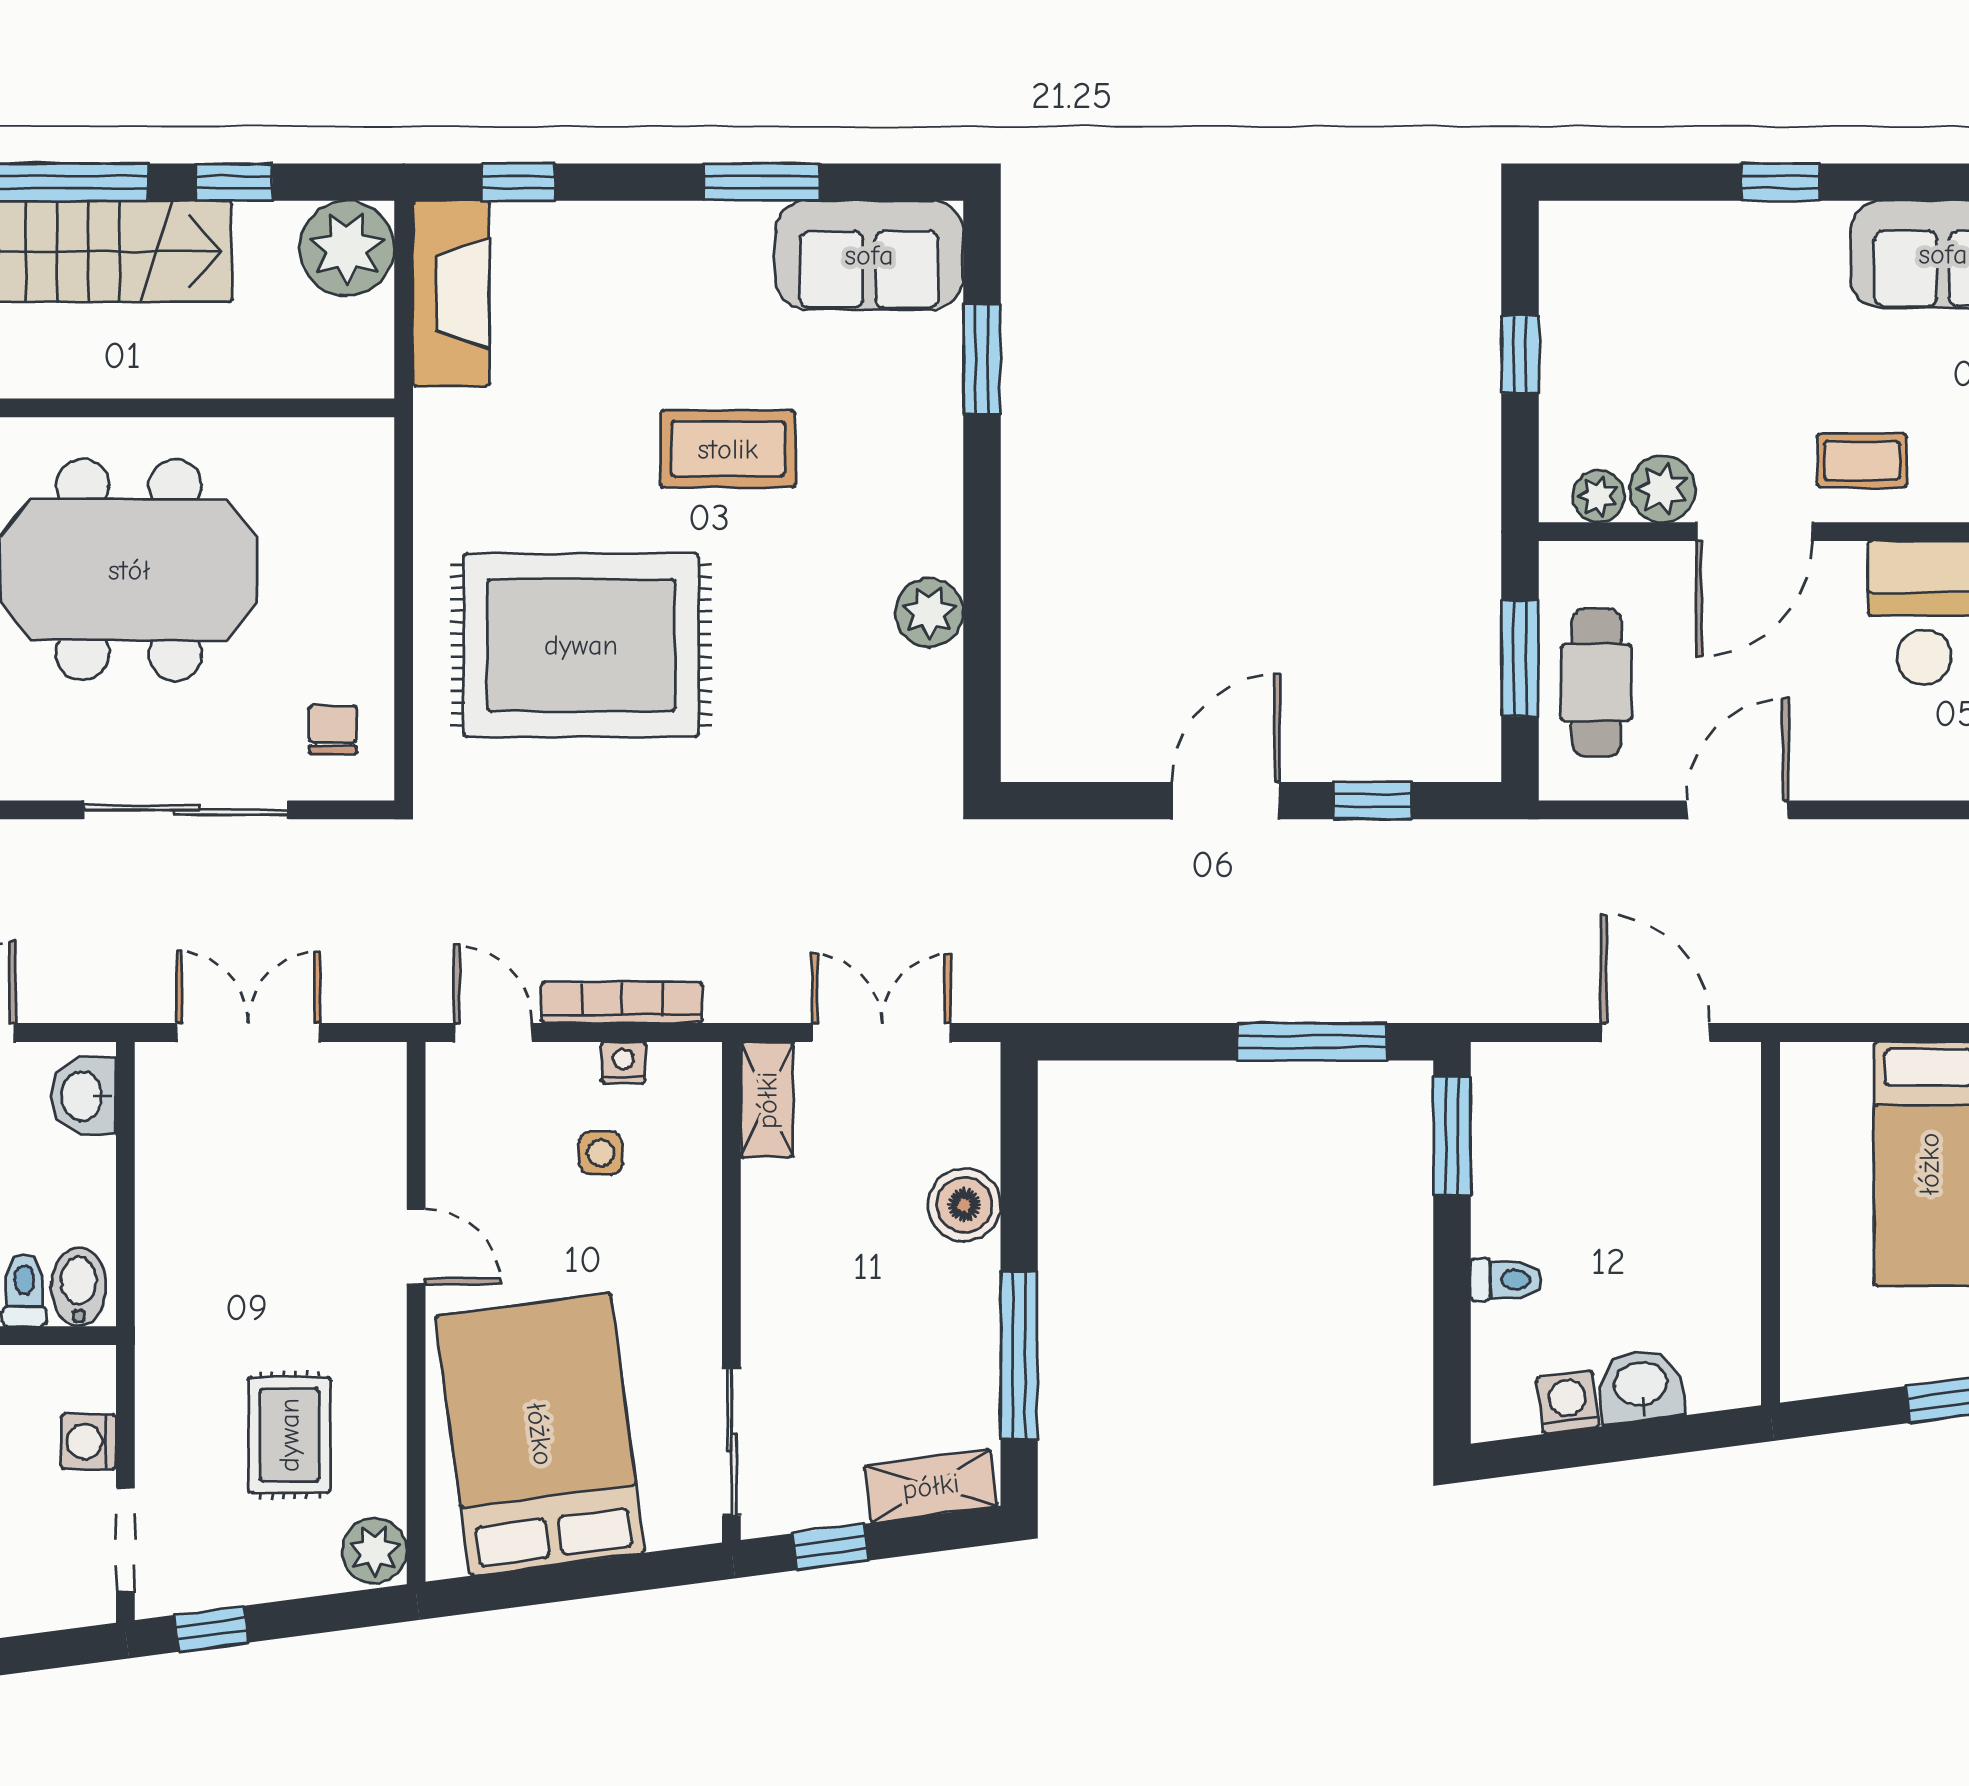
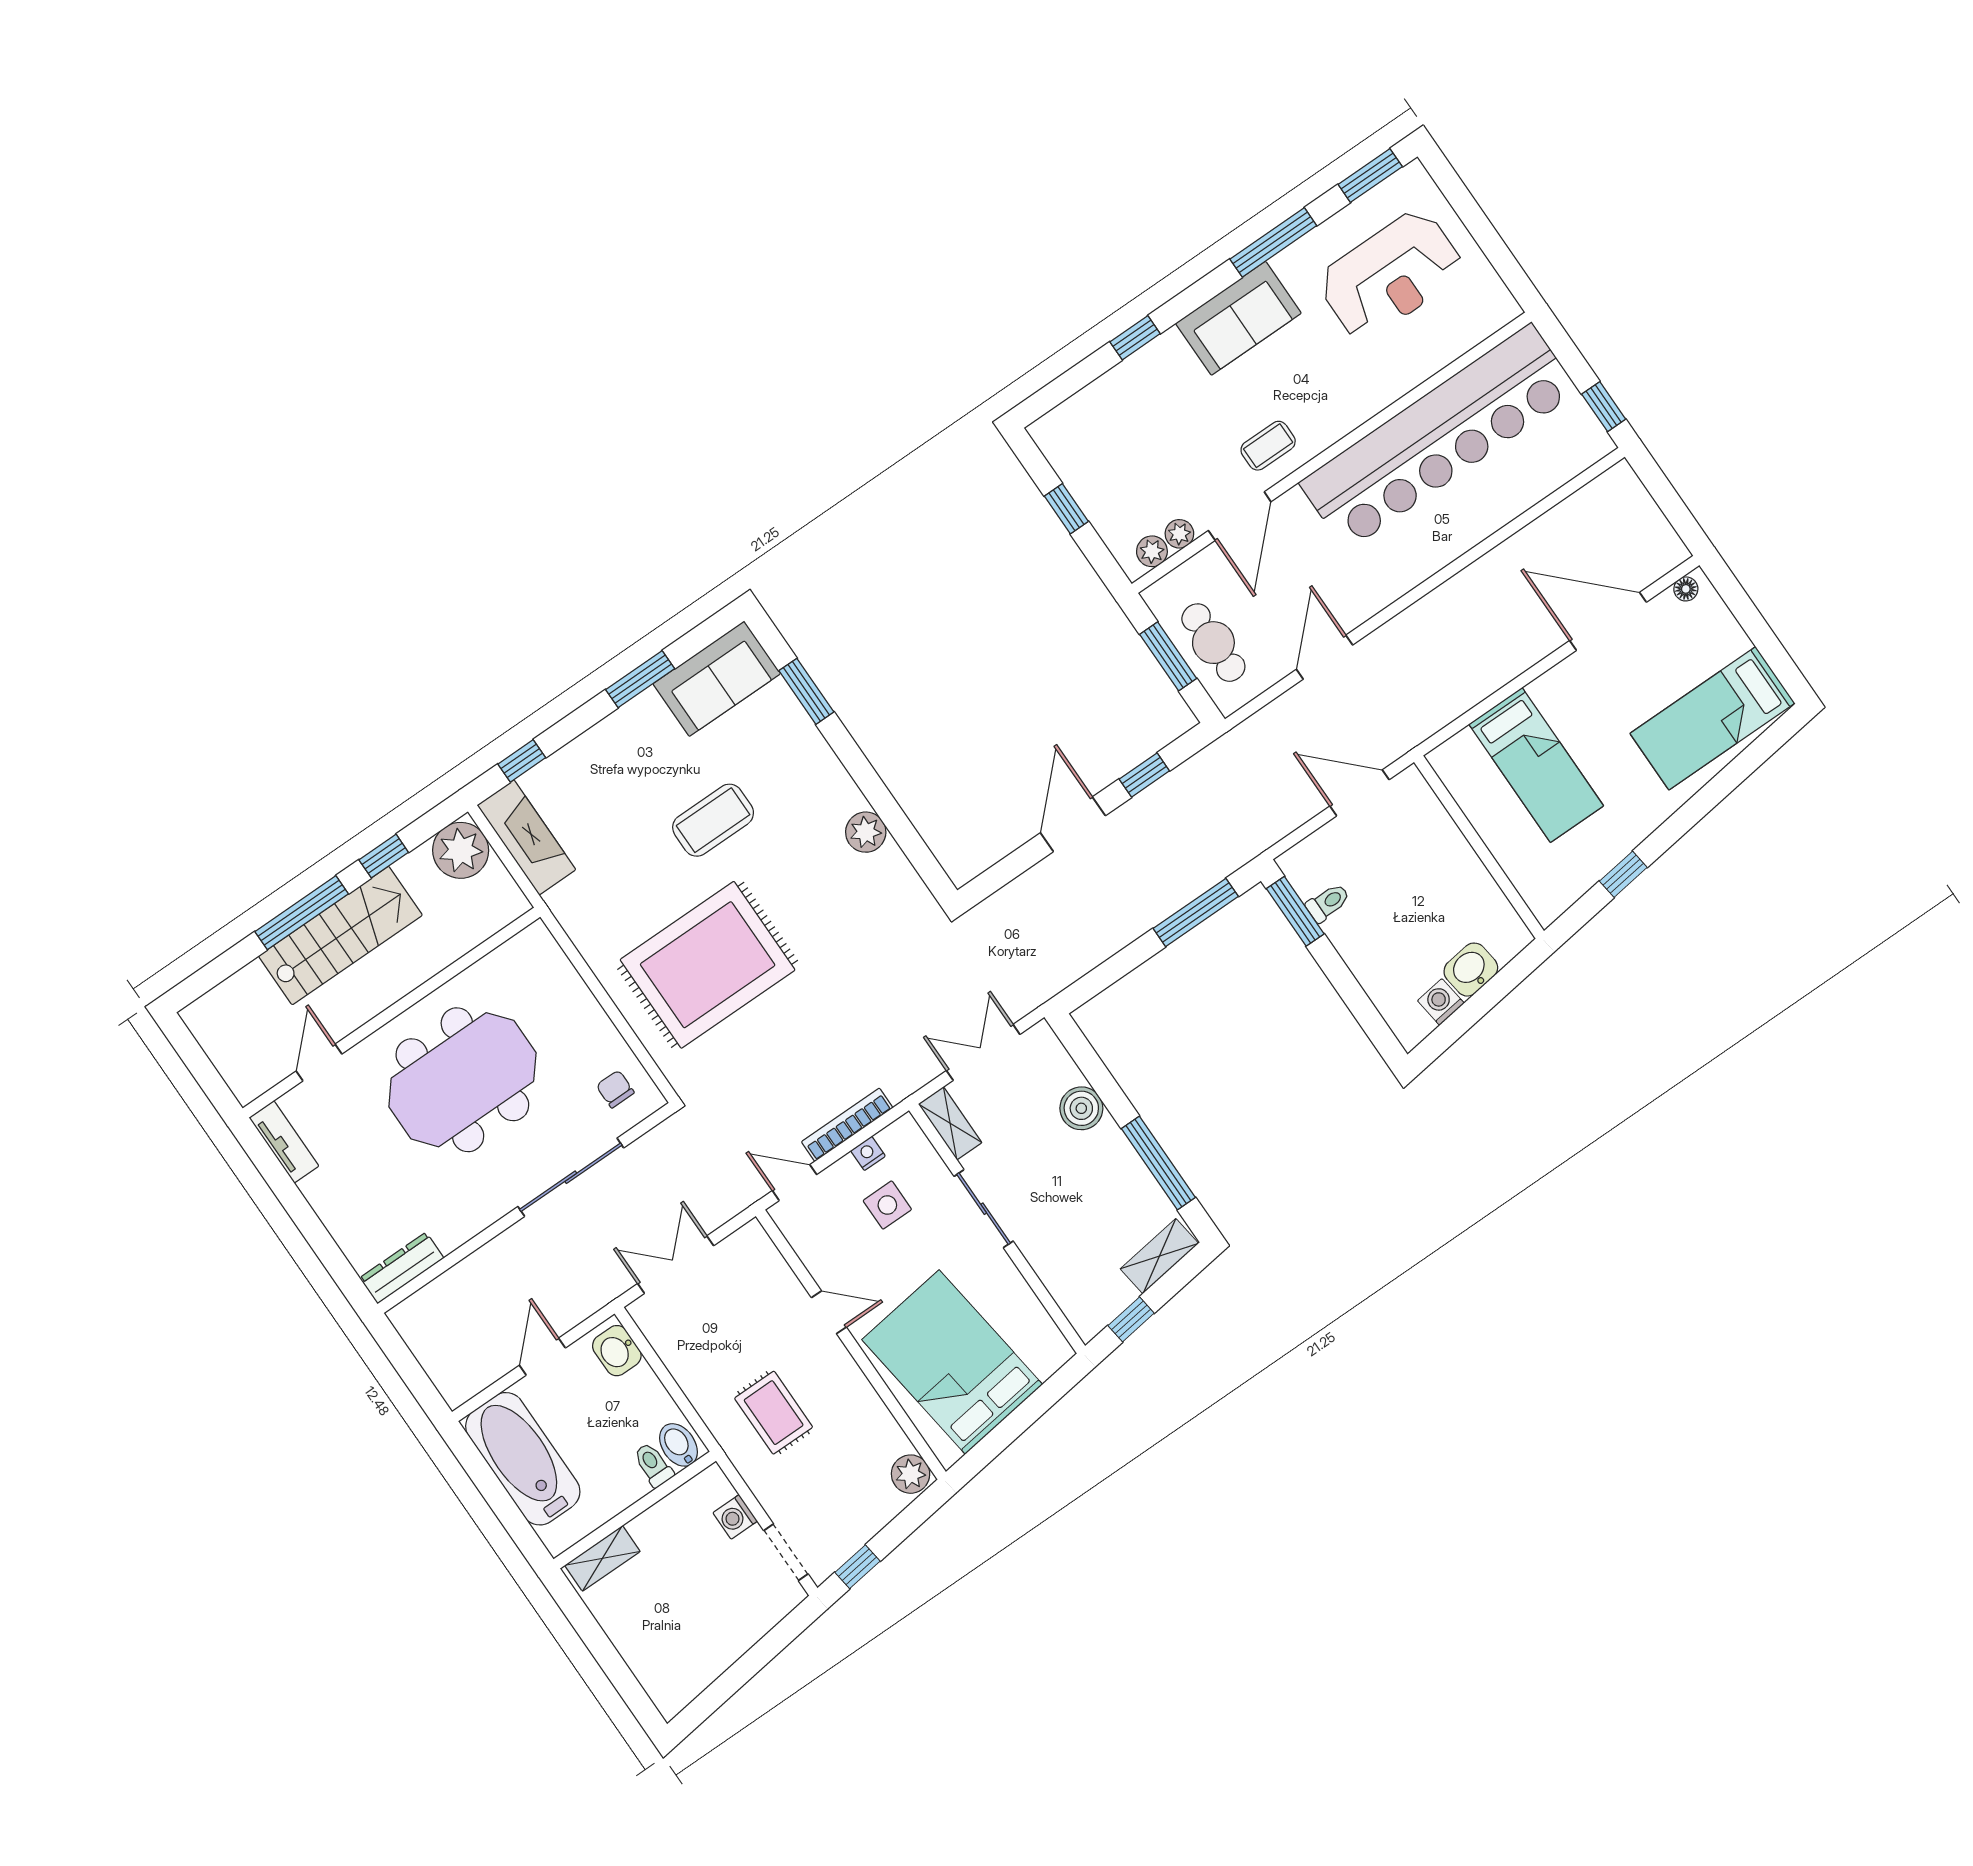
plant: (1663, 489) -> (1179, 534), width x0.73, depth x0.73
side table: (601, 1153) -> (887, 1205), width x1.37, depth x1.37
toilet: (1506, 1280) -> (1328, 903), moved
rug: (289, 1435) -> (774, 1413), moved
sliding door: (731, 1442) -> (984, 1209), moved

